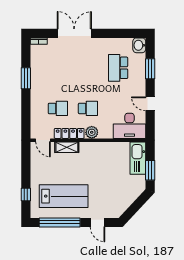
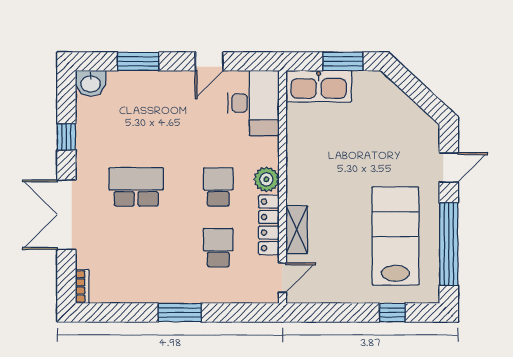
window: (113, 33) -> (66, 137), added
school desk: (118, 68) -> (136, 187), moved, turned 180
window: (26, 78) -> (180, 312), moved

